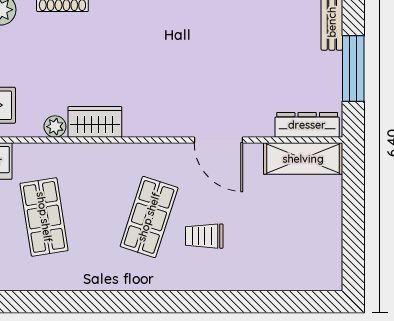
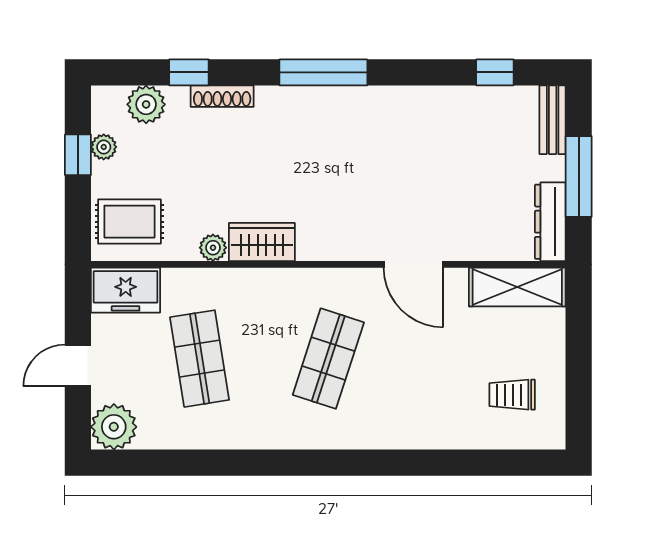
dresser: (307, 125) -> (550, 222), moved, turned -90
trolley: (204, 236) -> (512, 395), moved

